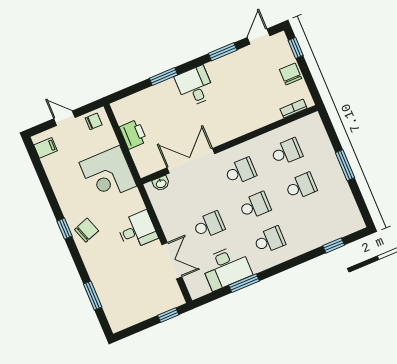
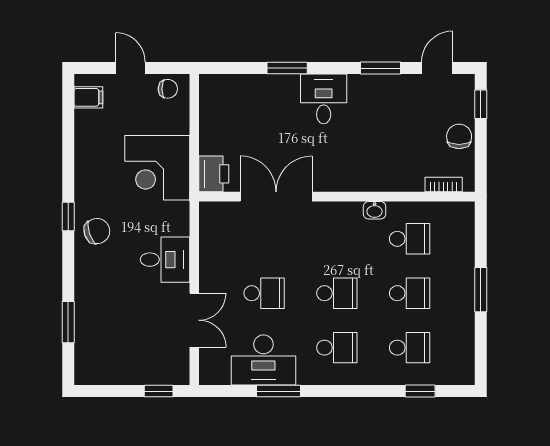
printer: (133, 134) -> (214, 174), moved
school desk: (240, 171) -> (410, 348), moved
washbasin: (161, 183) -> (375, 210), moved

